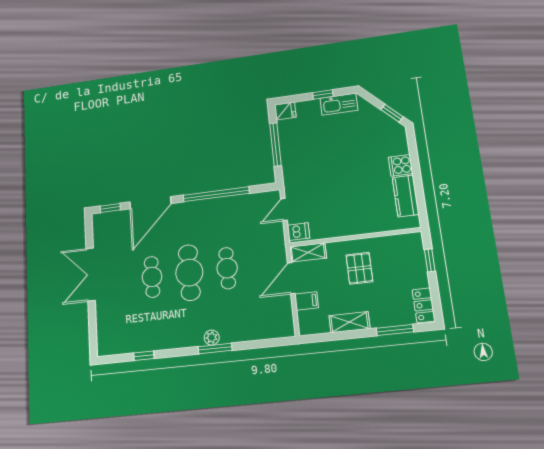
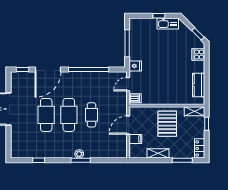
fridge: (285, 111) -> (135, 66), moved
cooker: (400, 165) -> (198, 55), moved
shelving: (308, 252) -> (194, 111), moved
pallet: (359, 268) -> (167, 124), width x1.50, depth x1.42
cafe table: (152, 277) -> (46, 115), width x1.37, depth x1.35

